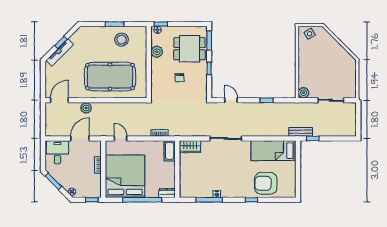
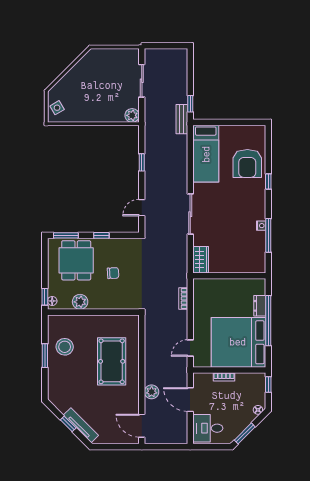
pool table: (110, 77) -> (112, 361), width x0.73, depth x0.76
cot: (170, 151) -> (206, 286), removed
dresser: (167, 193) -> (260, 306), moved

